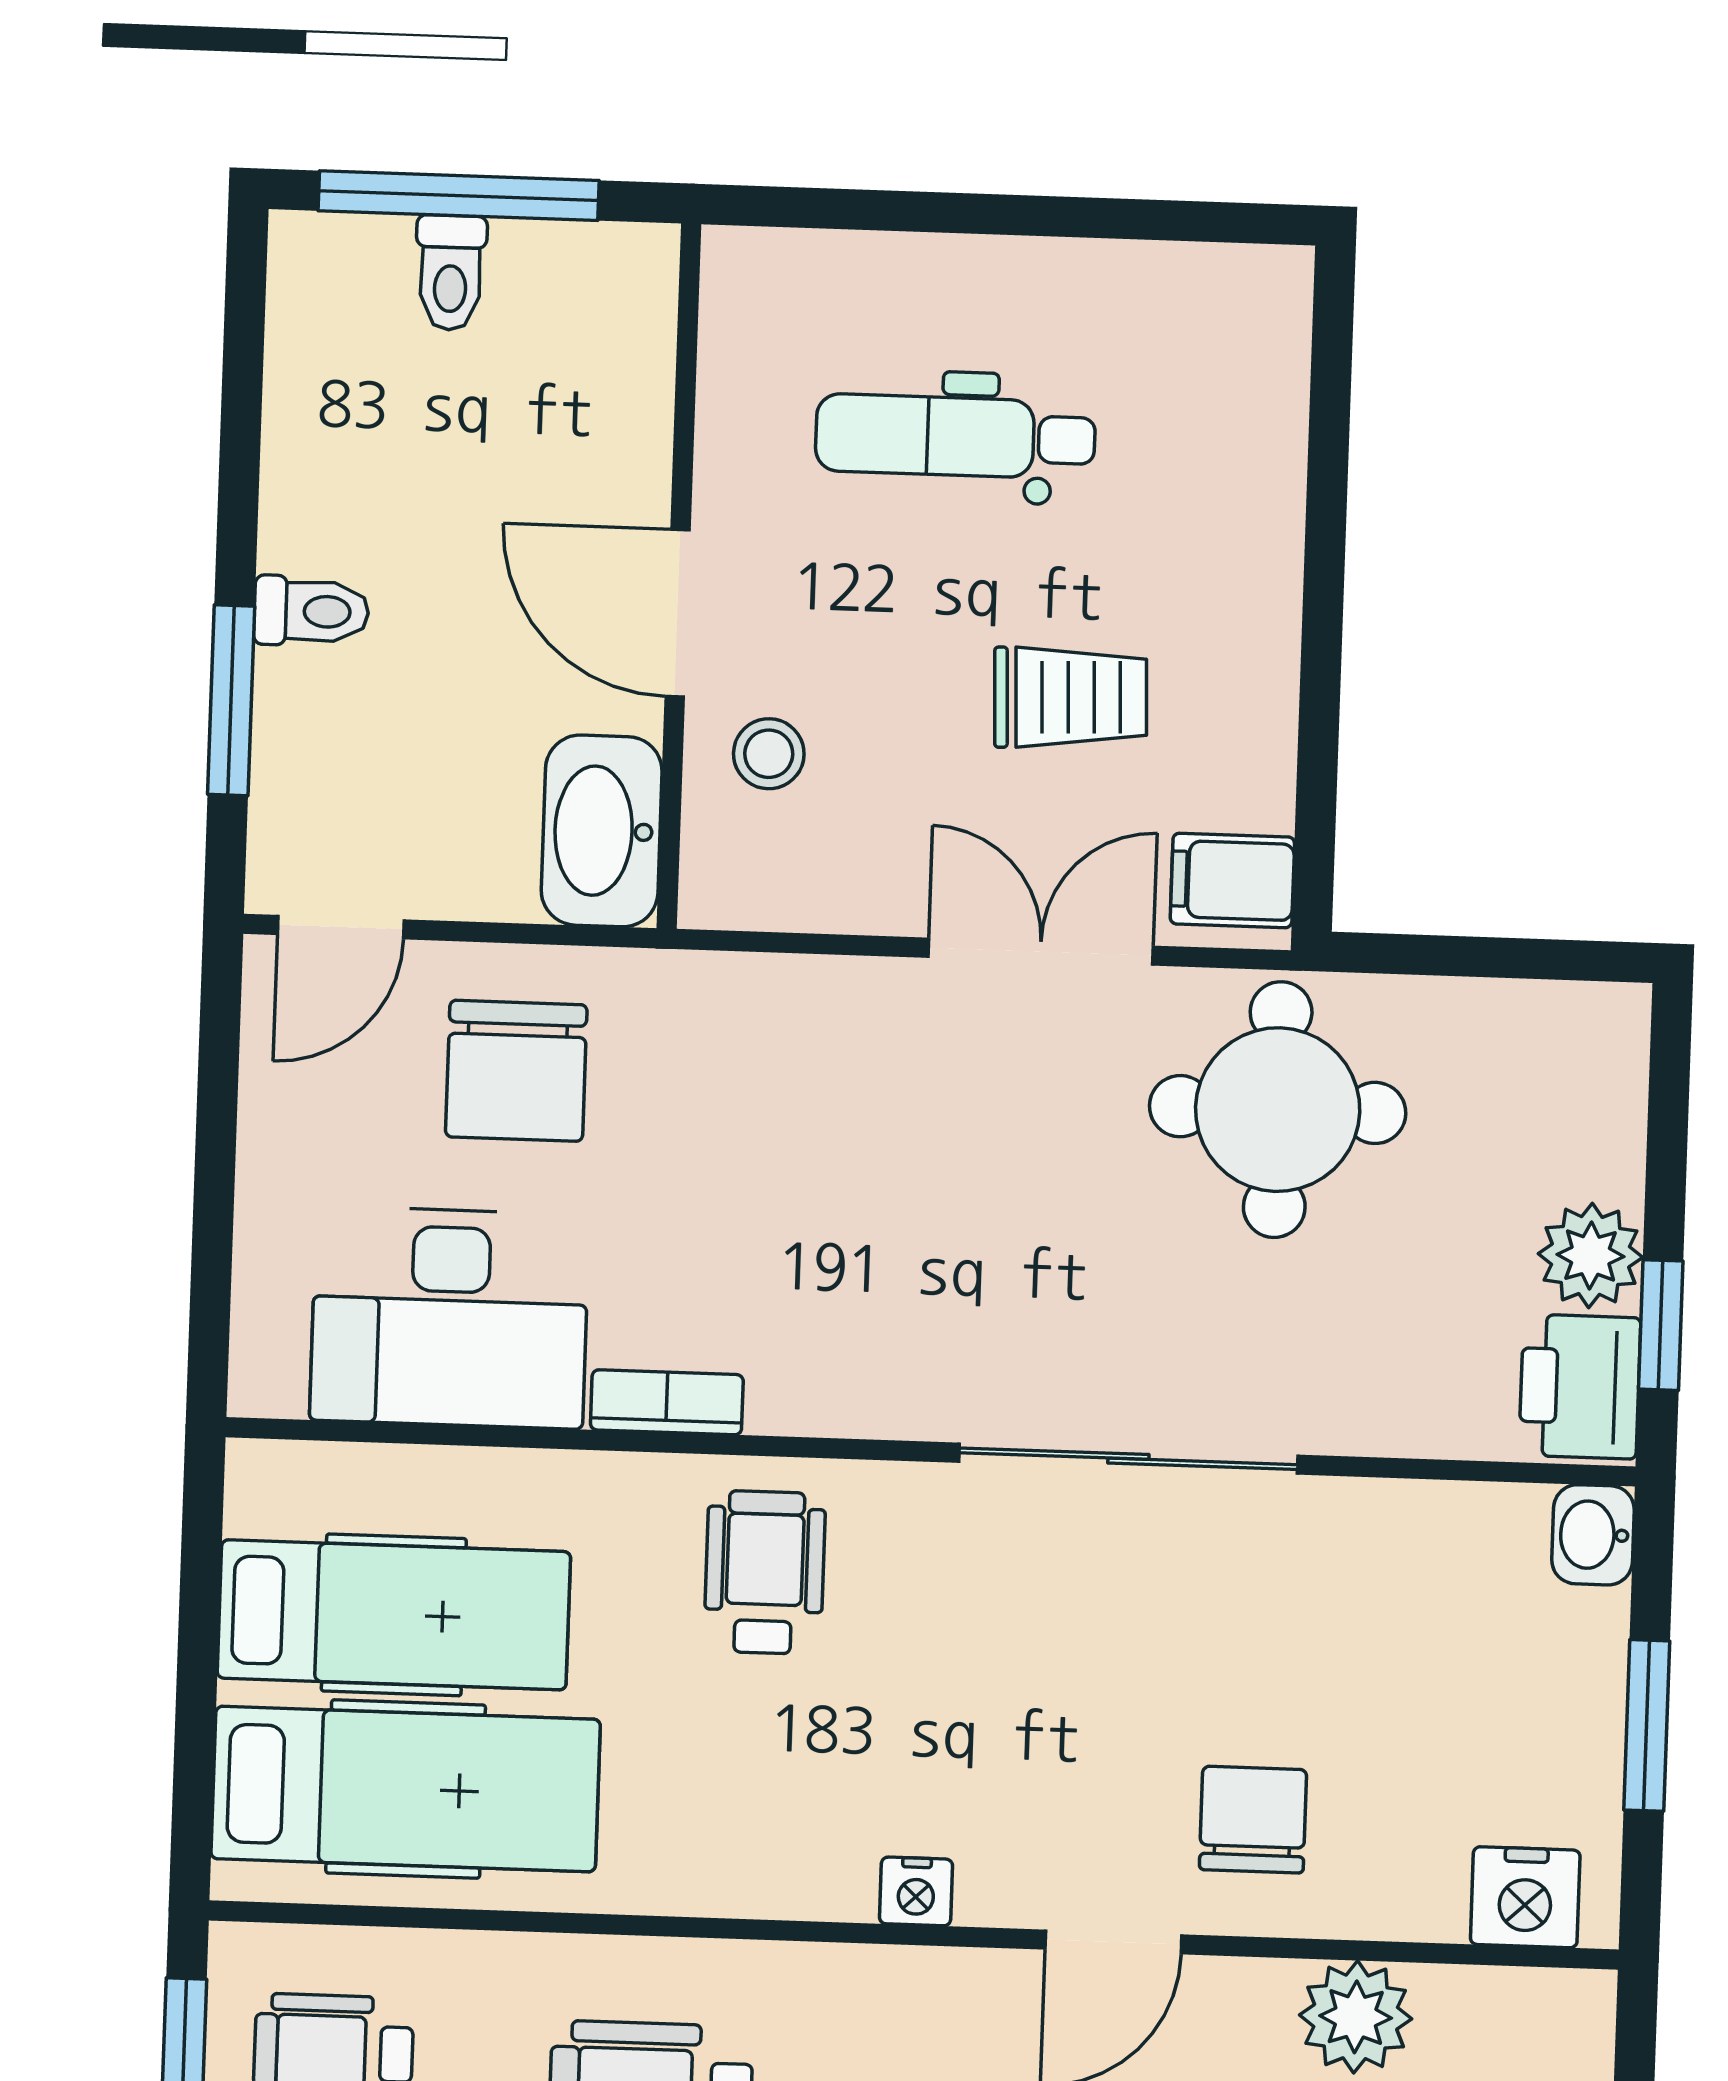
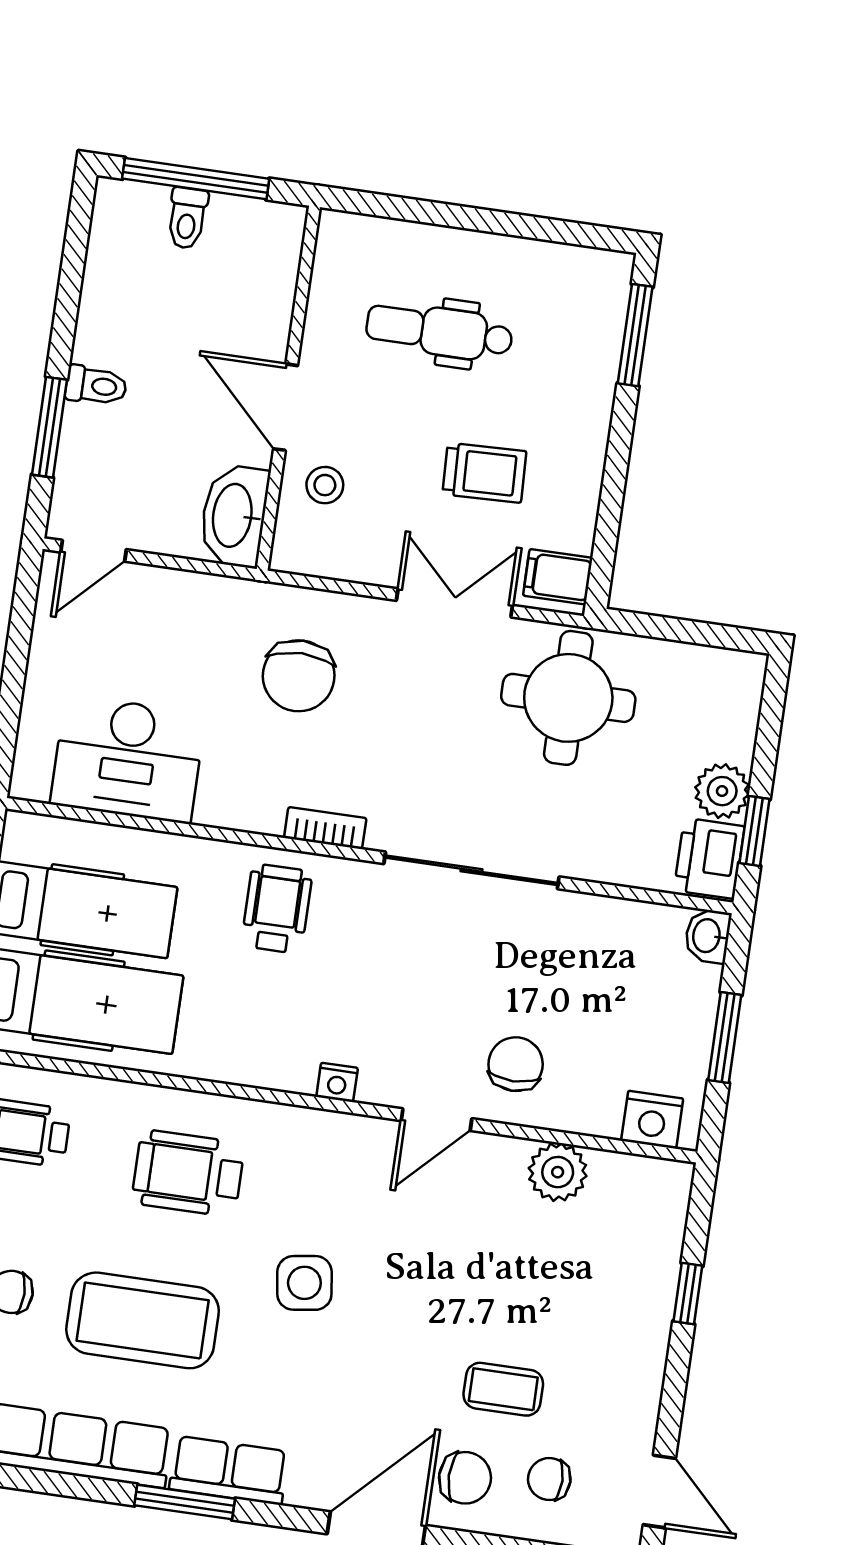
window: (1330, 403) -> (635, 335), added
chair: (516, 1071) -> (299, 676), moved
bookcase: (667, 1402) -> (325, 828), moved

